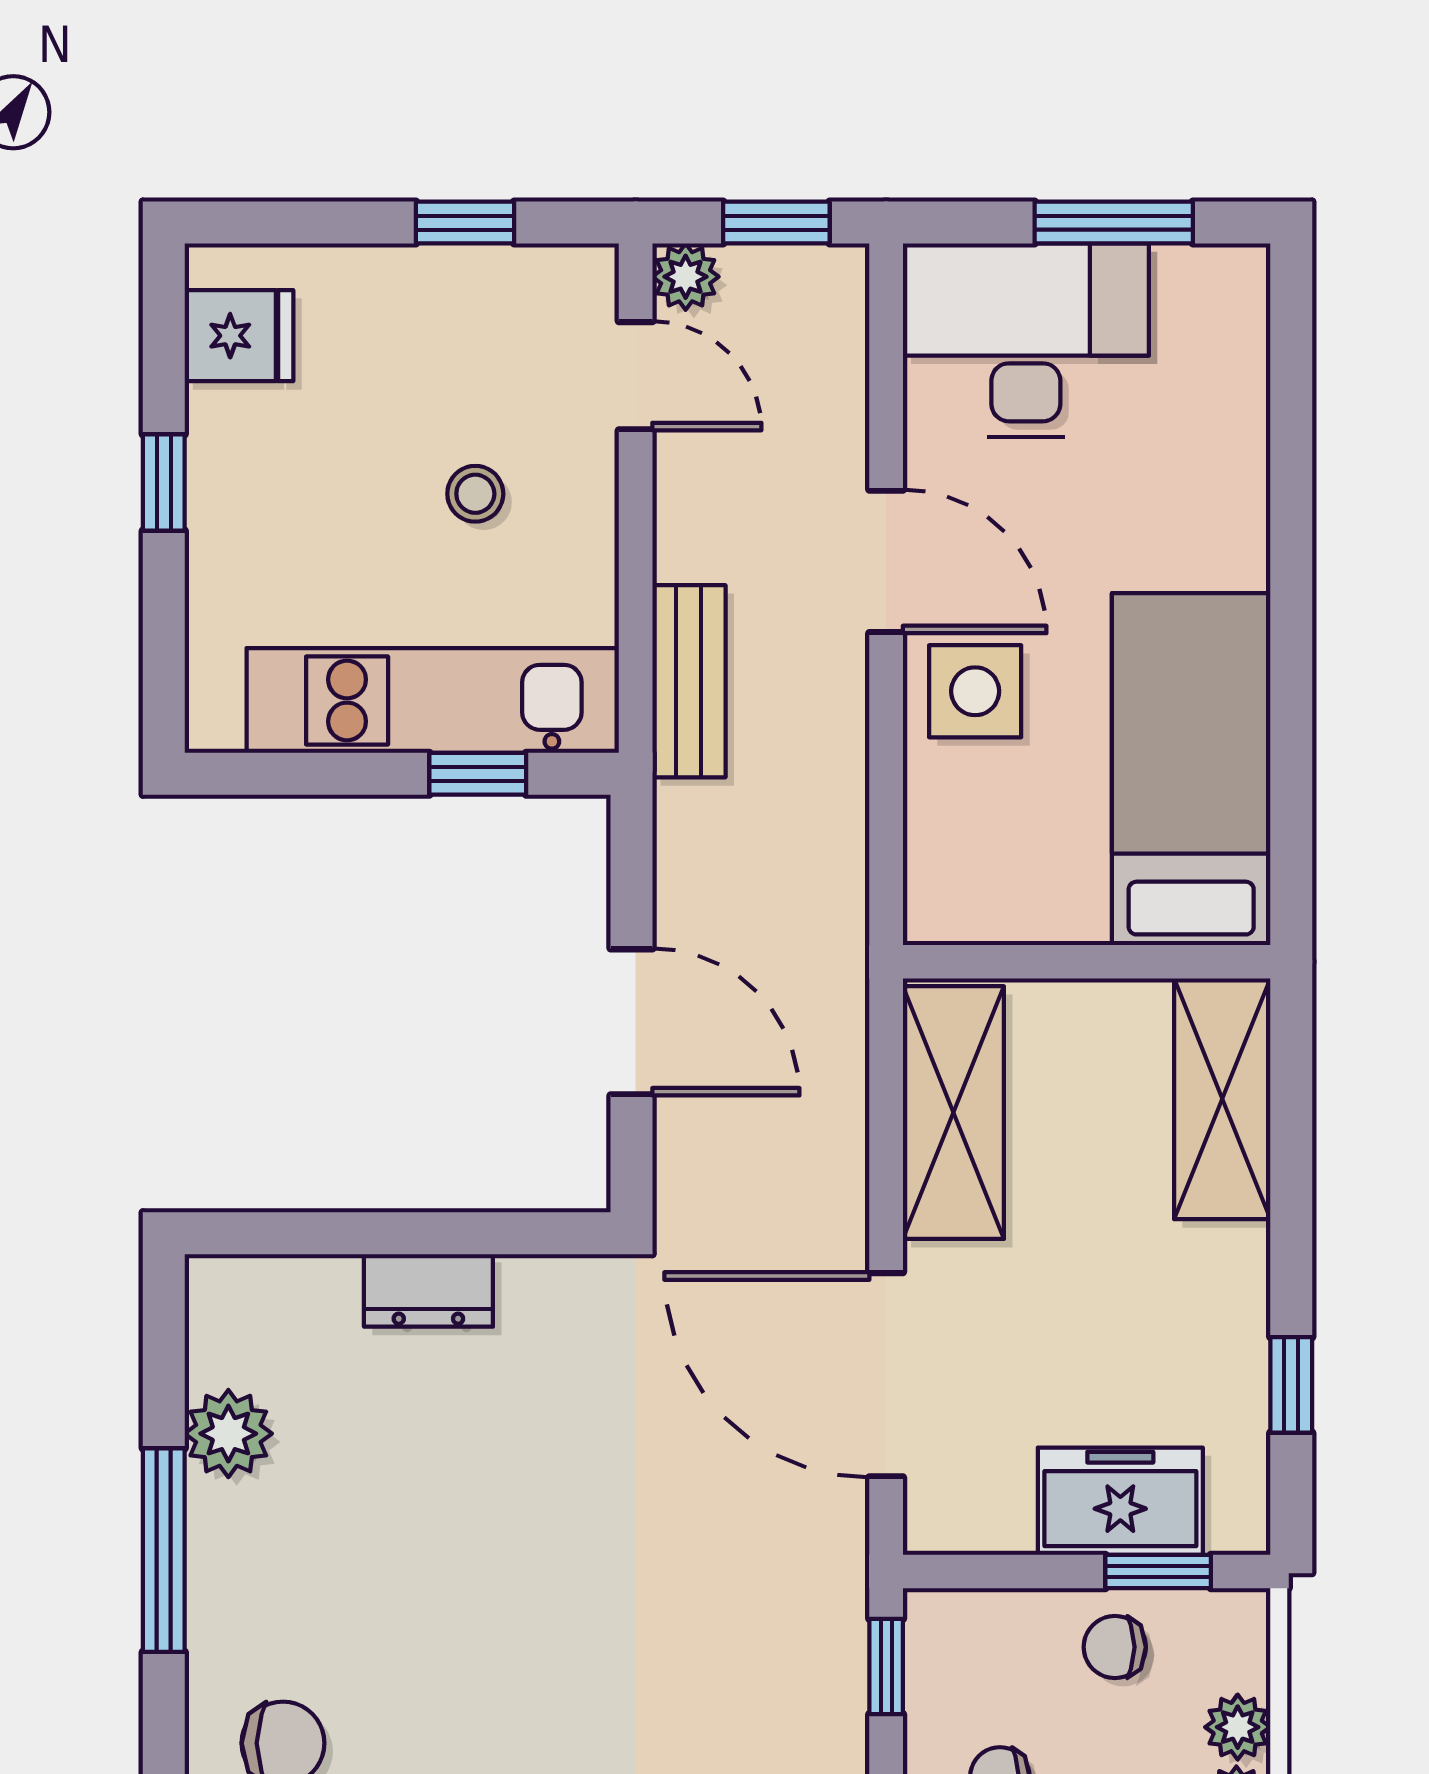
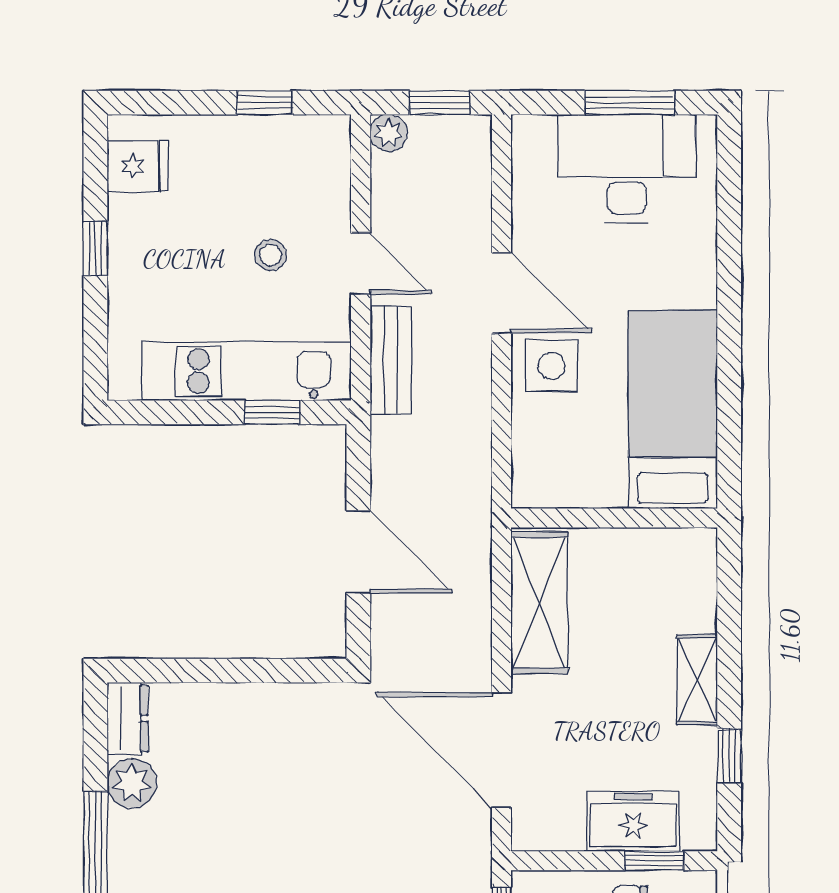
desk: (1026, 340) -> (627, 169), moved
door: (636, 376) -> (361, 264), moved
shelving: (1222, 1099) -> (697, 680), moved, width x0.67, depth x0.75
dresser: (428, 1290) -> (128, 719), moved, turned -90

